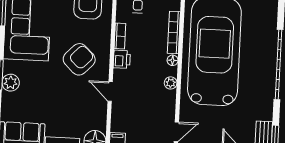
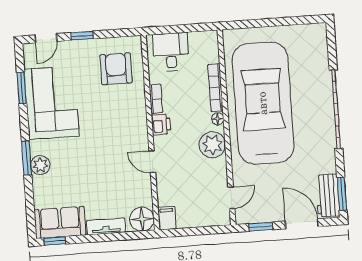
armchair: (79, 59) -> (114, 130), removed
plant: (171, 83) -> (212, 145), width x1.88, depth x1.88

